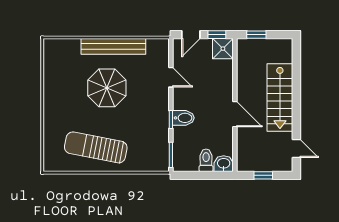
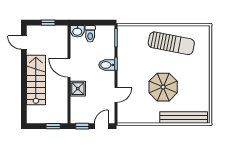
bench: (113, 46) -> (184, 118), moved
shower: (223, 49) -> (78, 89), moved
door: (171, 77) -> (116, 95), swing flipped

